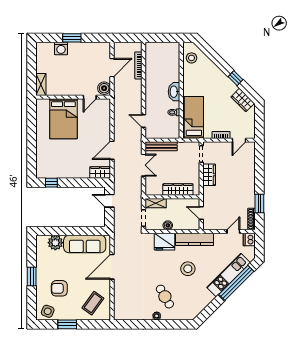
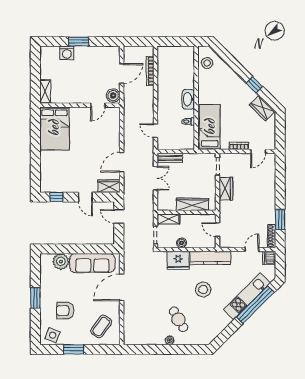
bed: (63, 119) -> (54, 128), moved
bench: (161, 146) -> (170, 158), width x0.73
door: (78, 183) -> (85, 197), added

